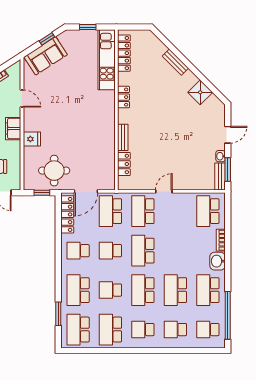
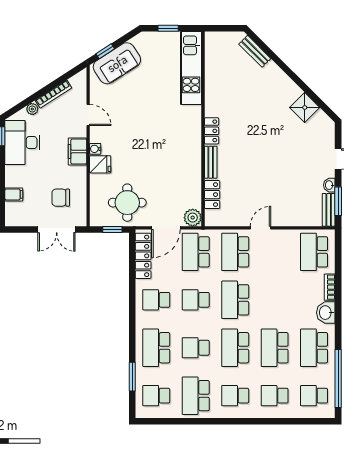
window: (47, 39) -> (105, 51), moved
locker: (124, 53) -> (212, 60), removed
bench: (175, 62) -> (255, 51), moved
locker: (124, 97) -> (212, 131), moved
water cooler: (28, 126) -> (95, 149), added
plant: (108, 183) -> (193, 218), added
school desk: (78, 330) -> (156, 396), width x0.54

